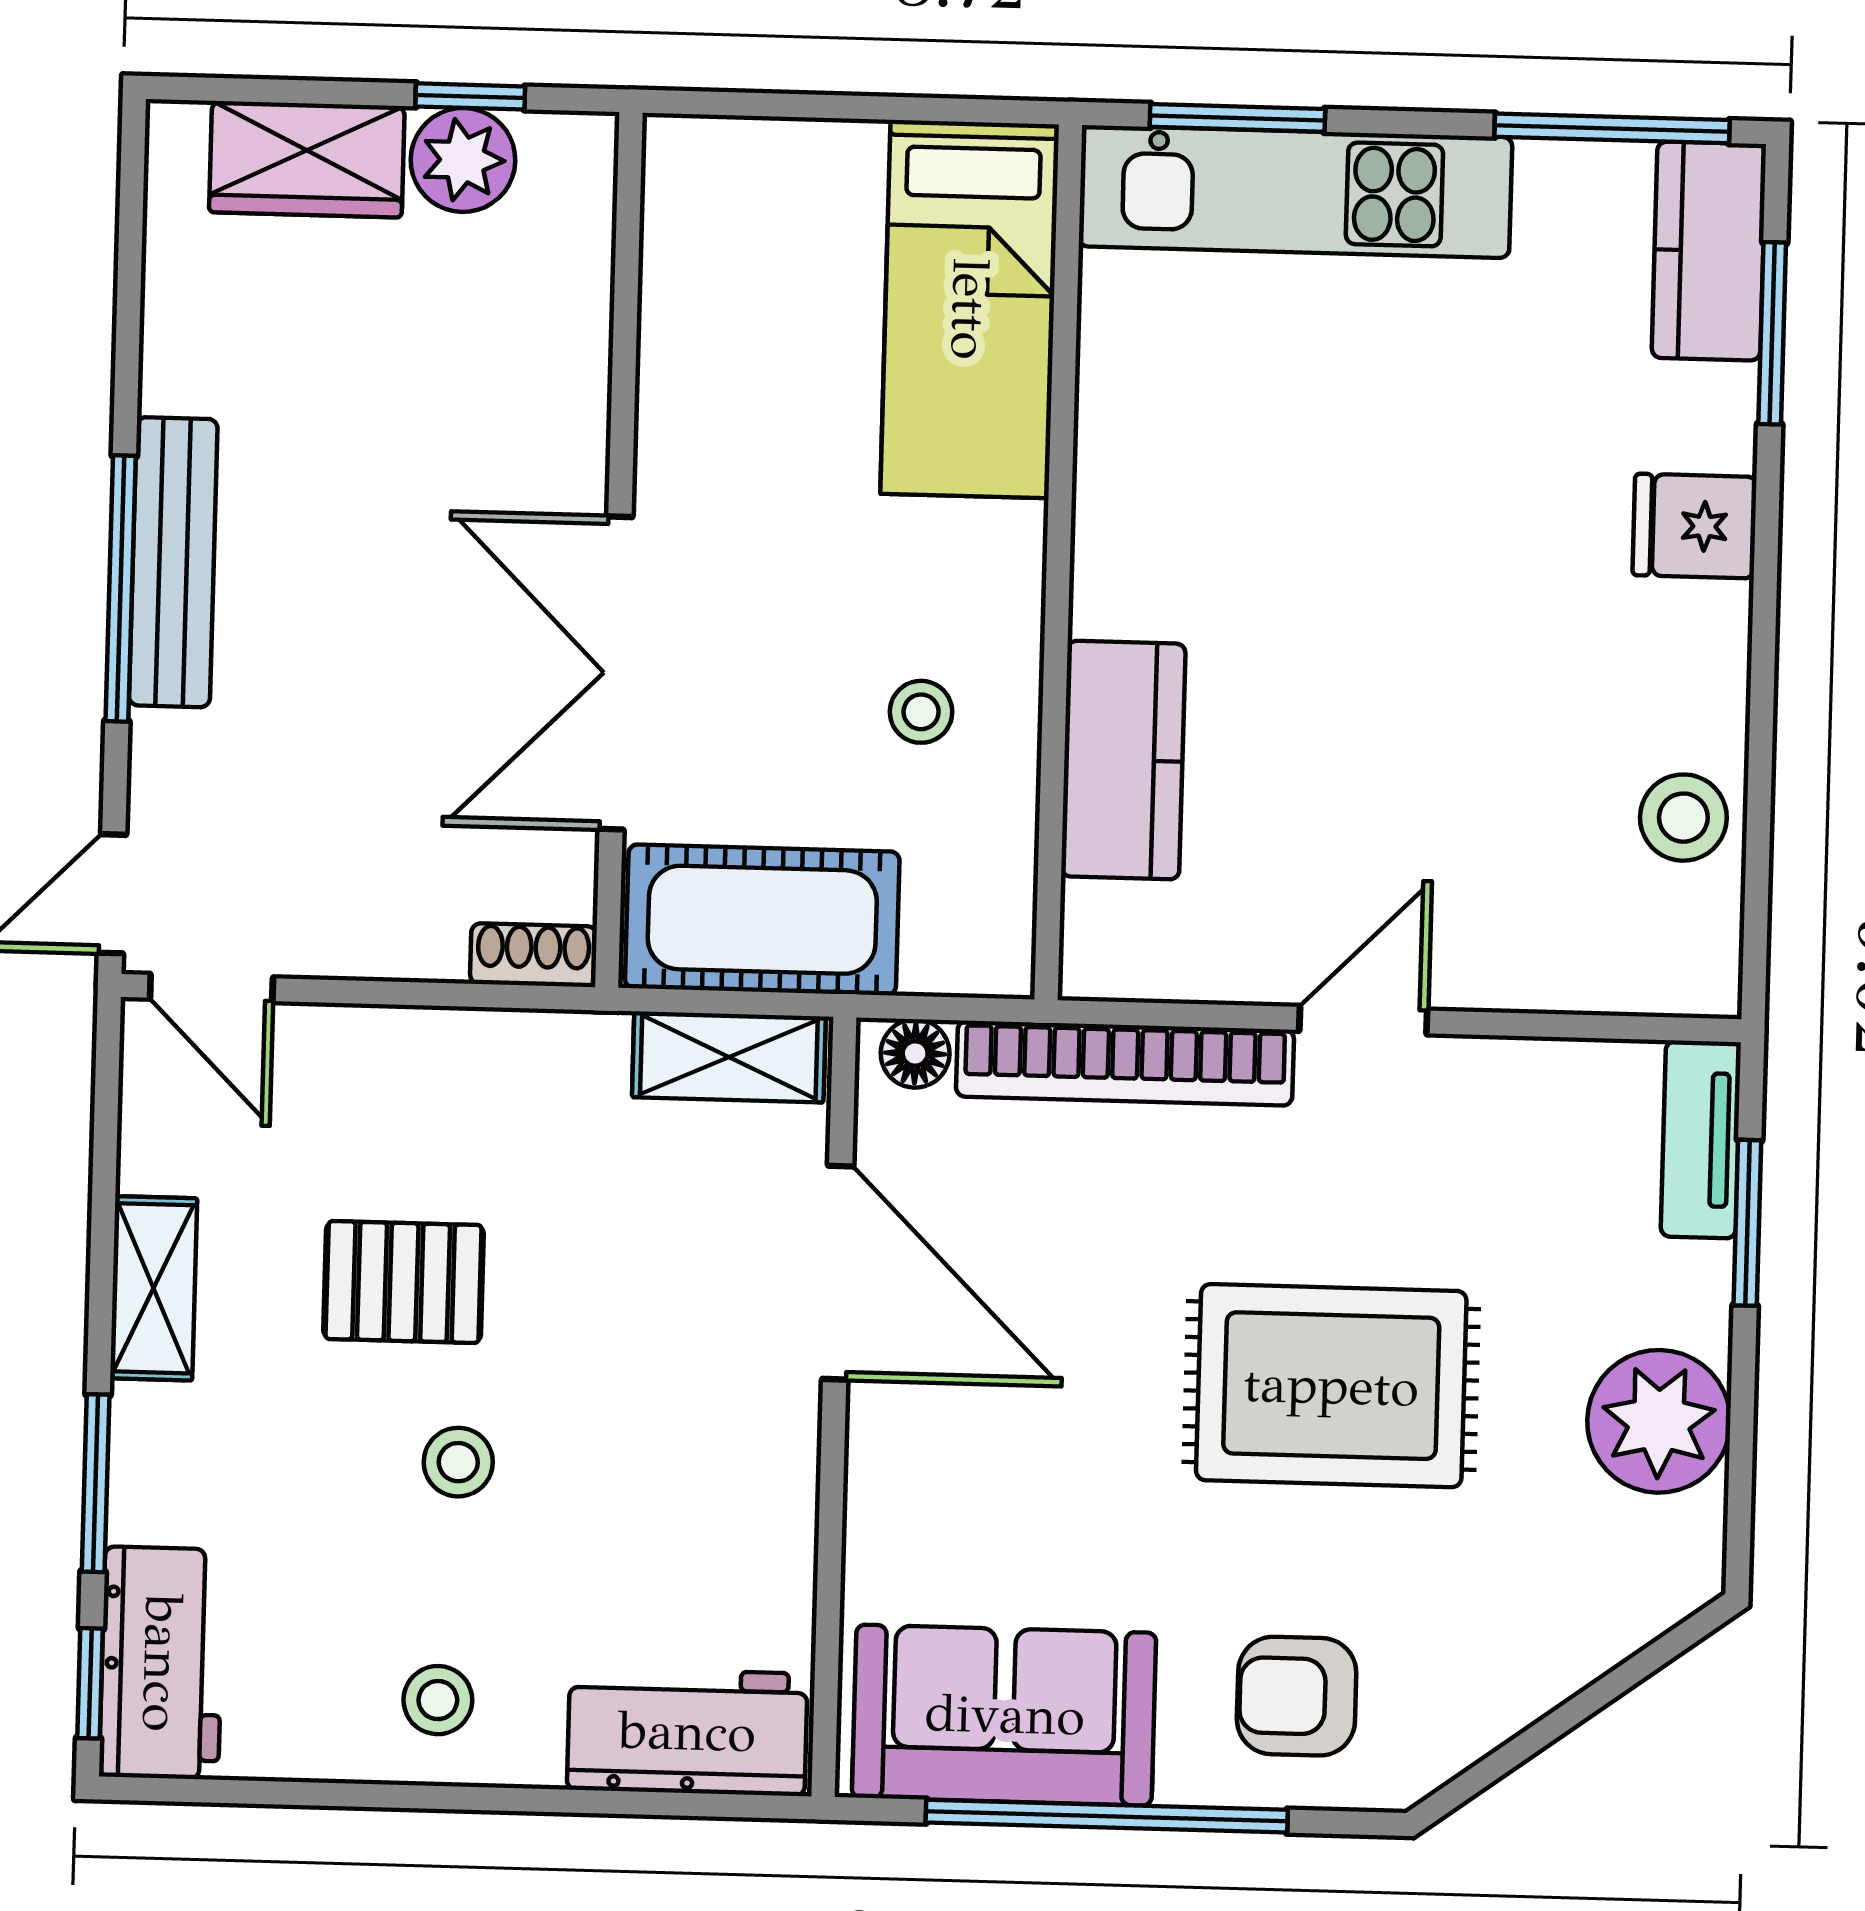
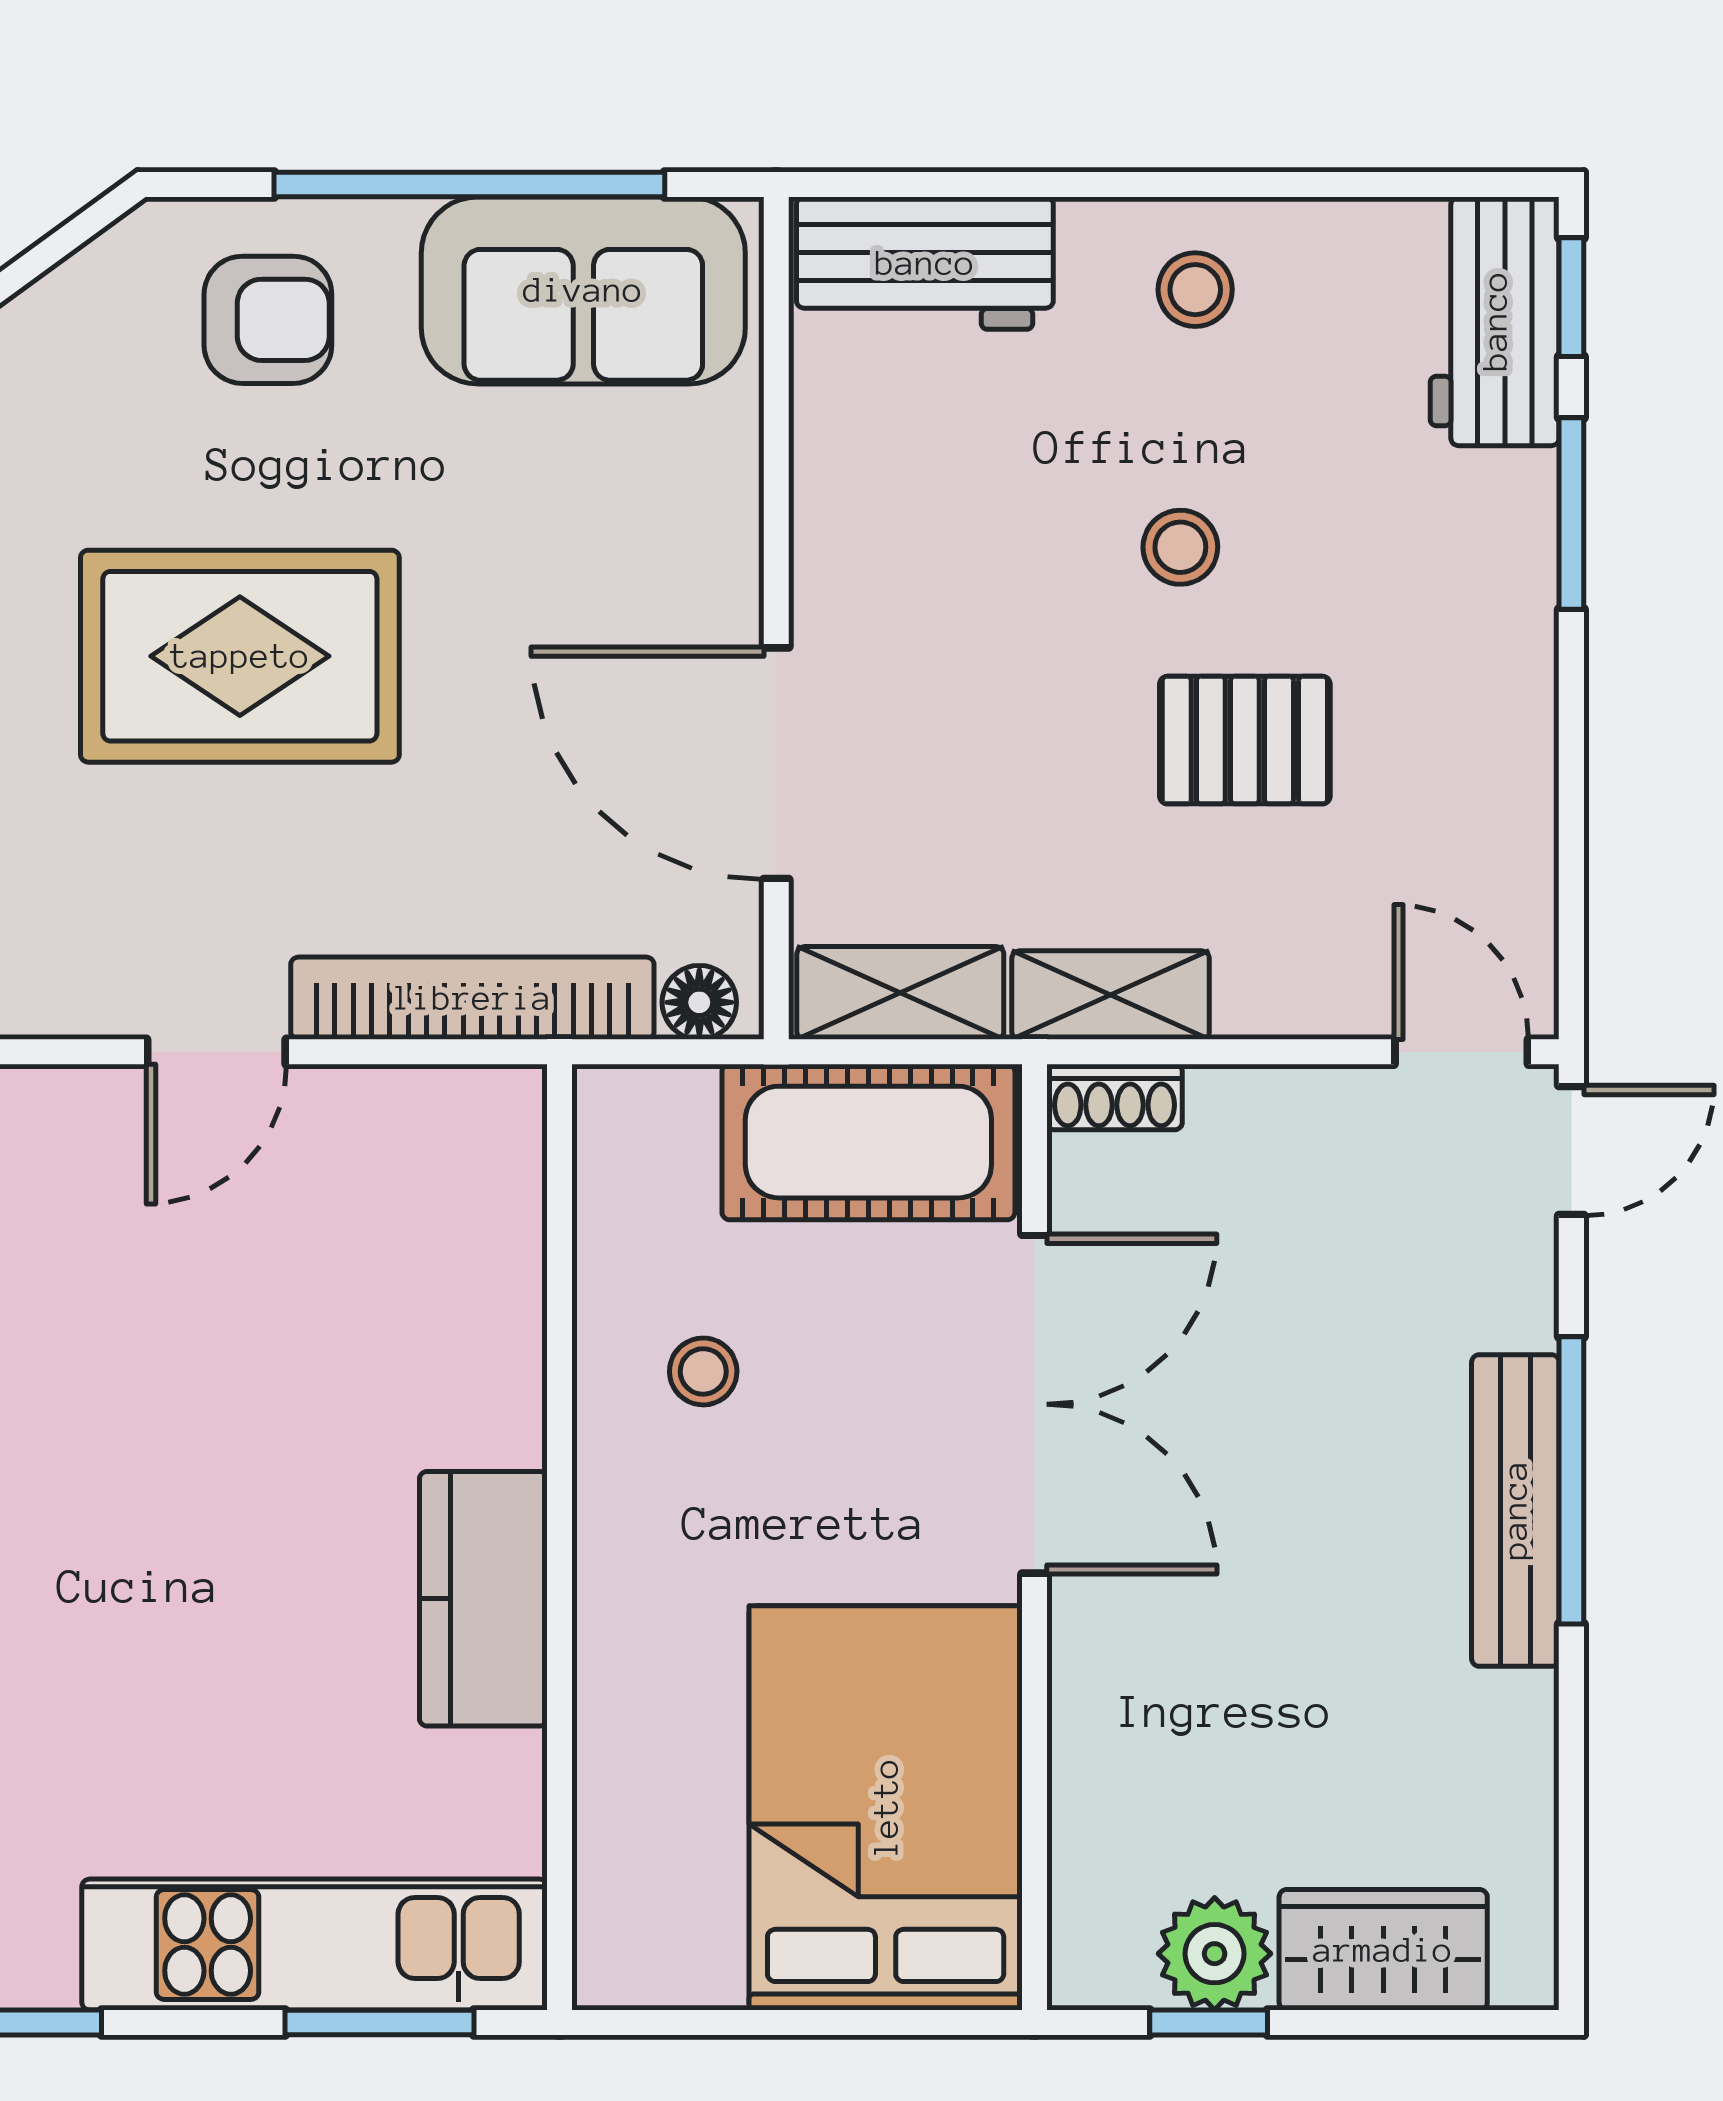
bed: (970, 309) -> (886, 1808), moved, width x1.50
kitchen counter: (1123, 760) -> (483, 1599), moved
shelving: (154, 1288) -> (1111, 995), moved, turned 90

